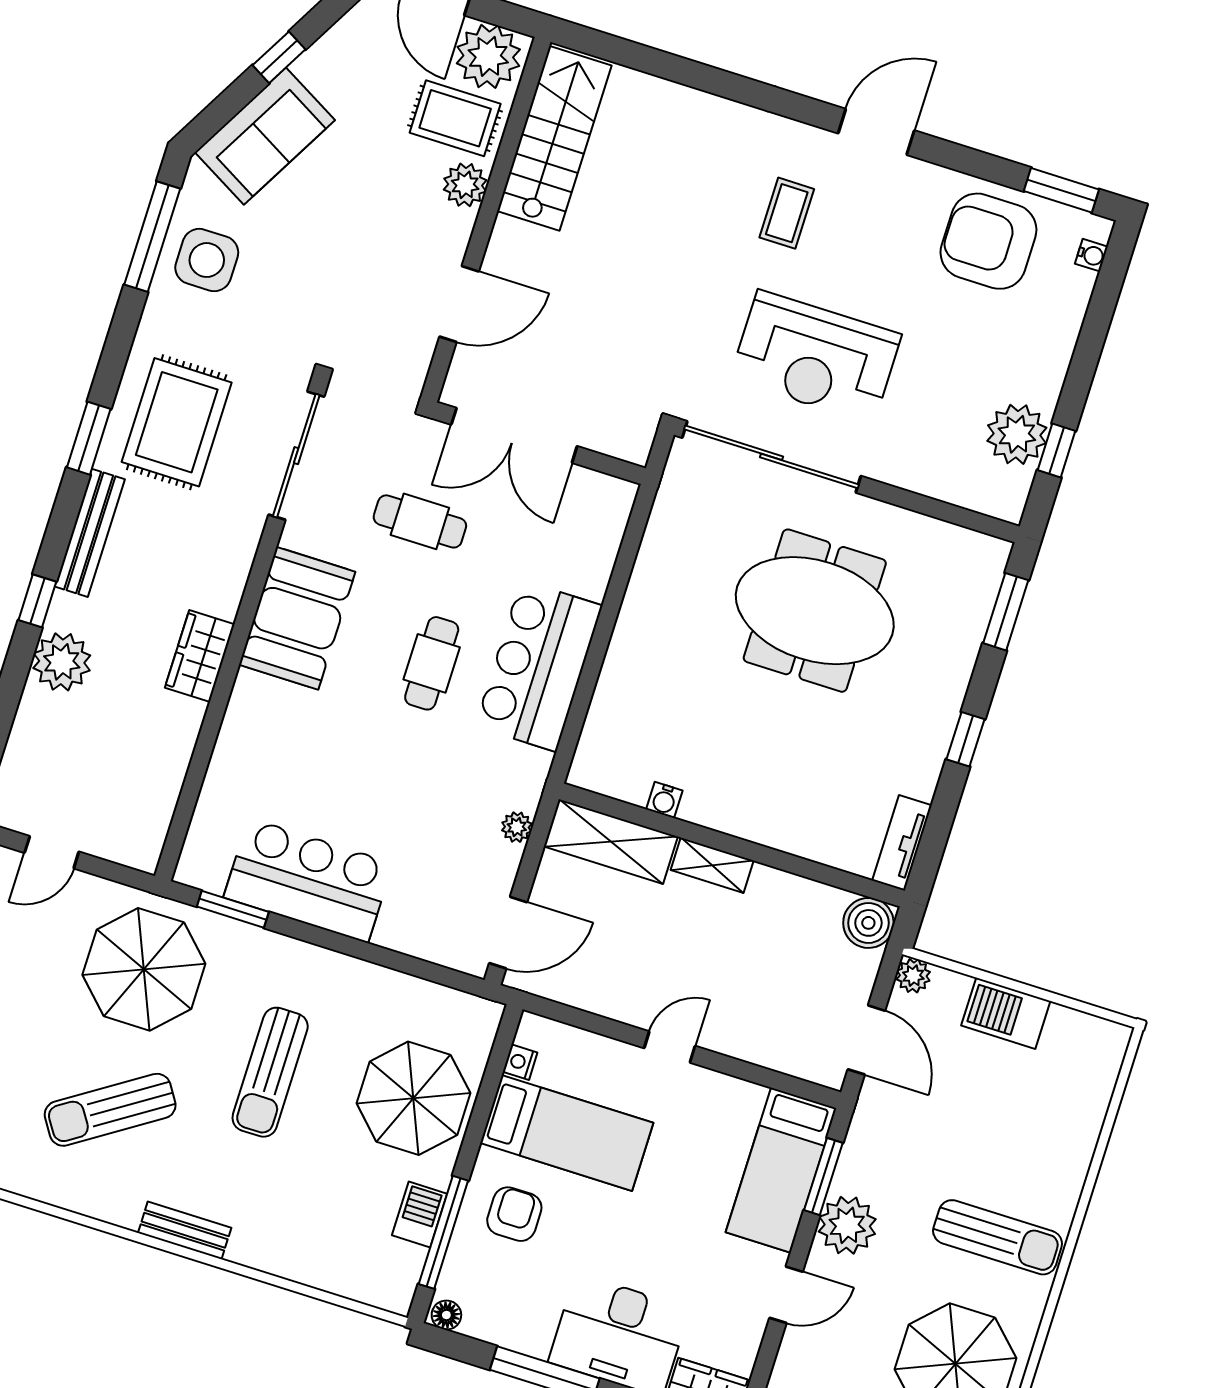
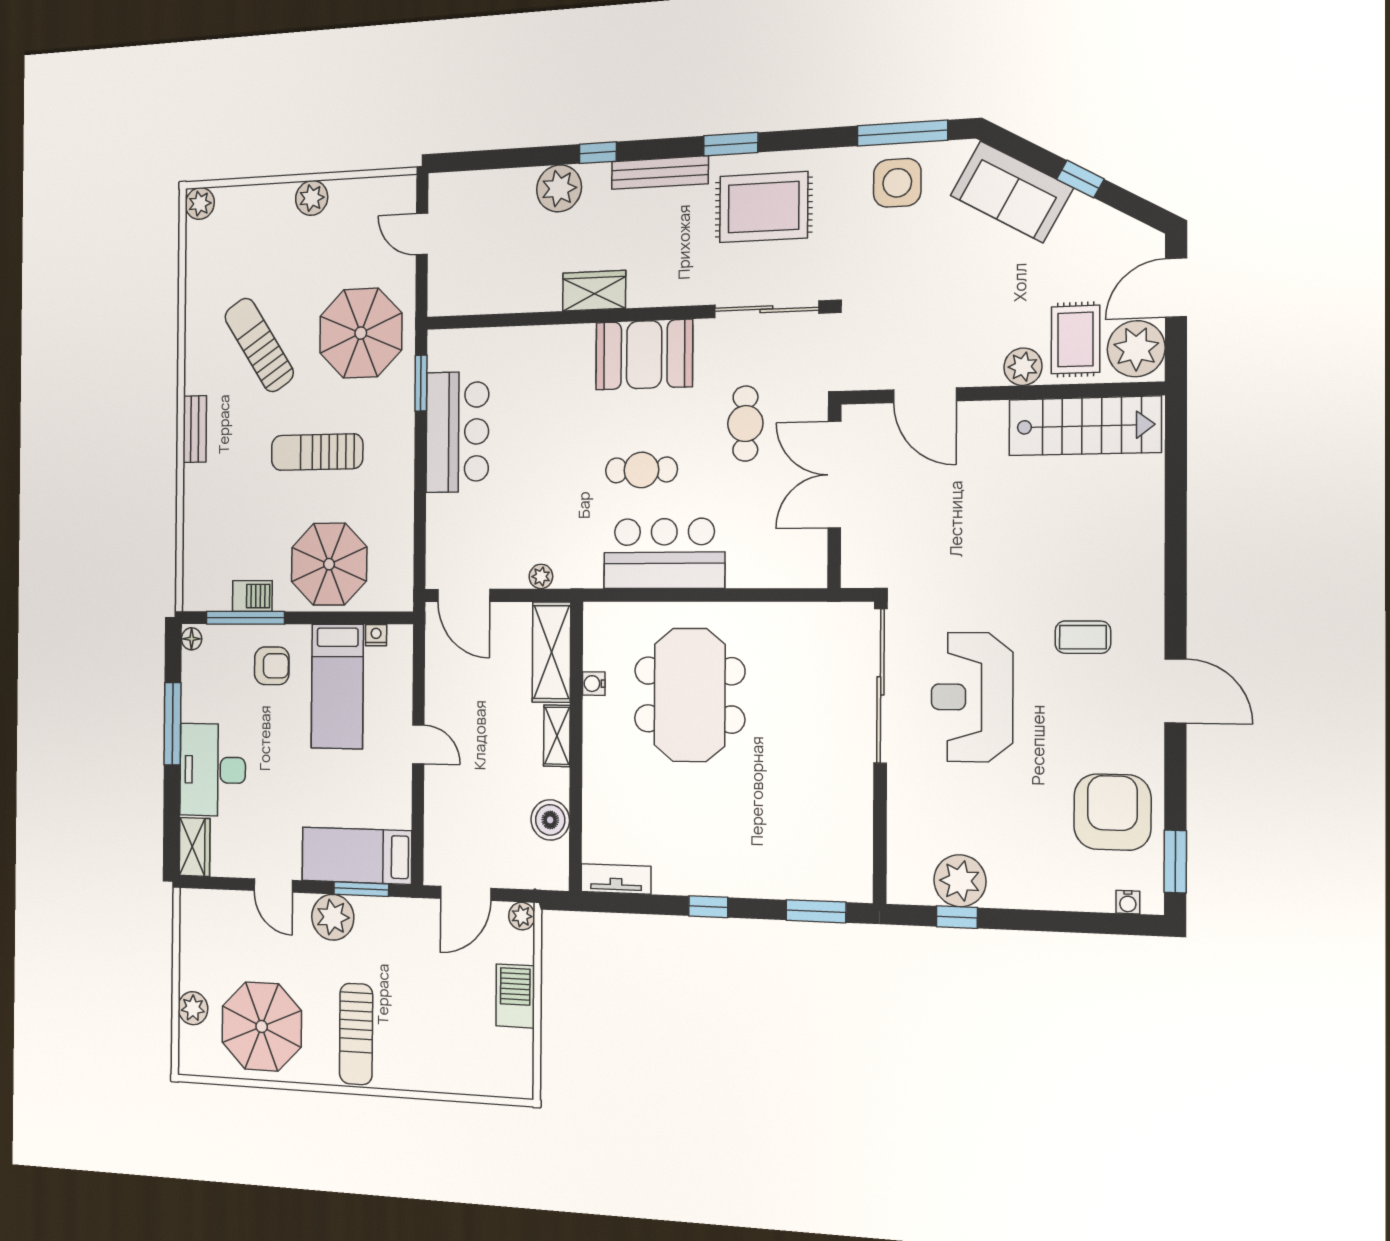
meeting table: (815, 611) -> (690, 695), moved
boiler: (868, 923) -> (550, 820), moved

